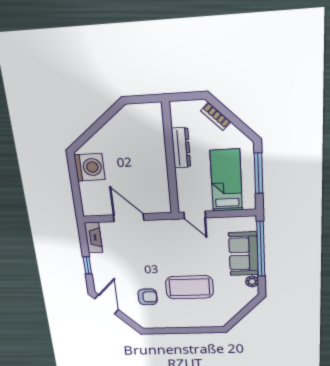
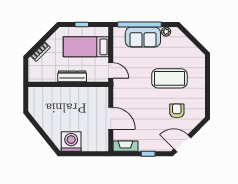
dresser: (181, 148) -> (72, 76), moved
window: (259, 173) -> (82, 25), width x0.46
door: (195, 215) -> (111, 70), hinge flipped
door: (129, 218) -> (111, 118), swing flipped
coffee table: (189, 287) -> (169, 78), turned 90

